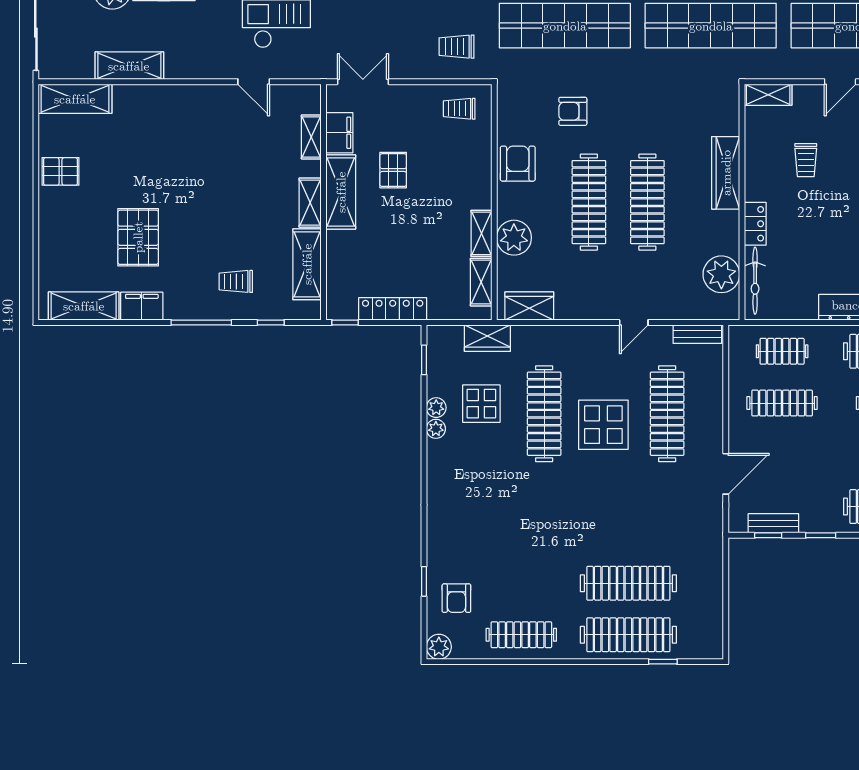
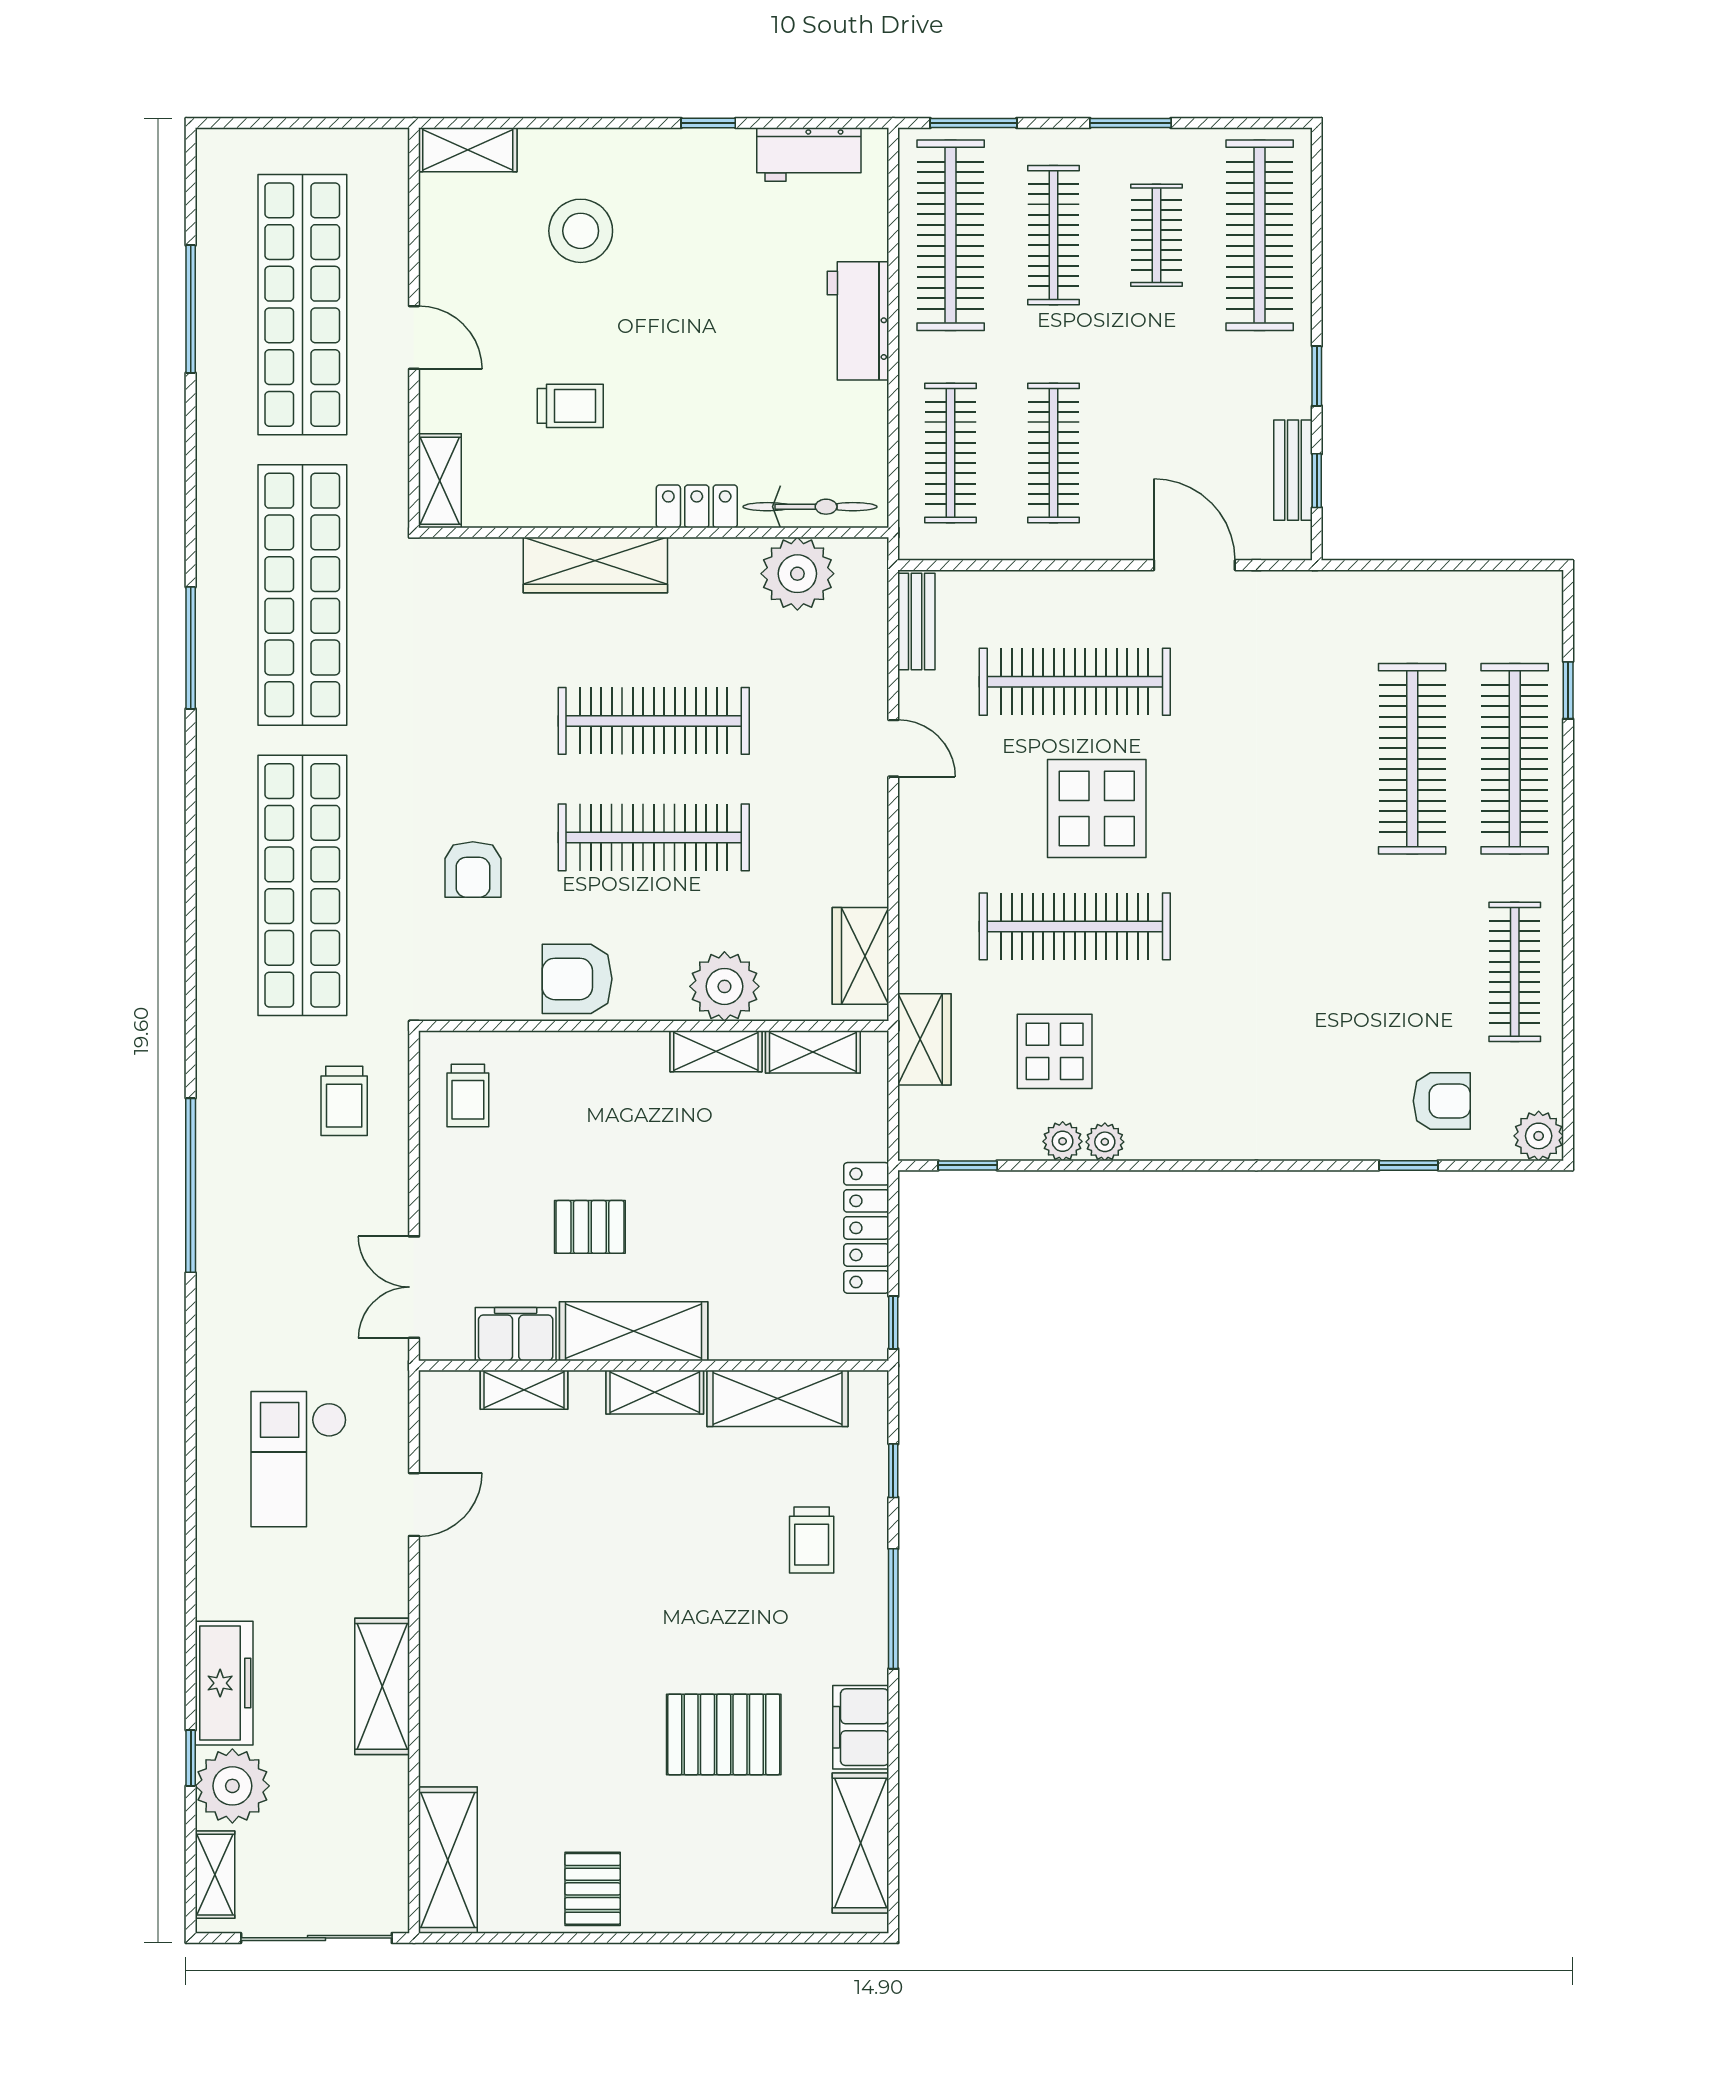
shelving: (129, 66) -> (382, 1686), moved
clothes rail: (782, 351) -> (951, 453), width x1.36

